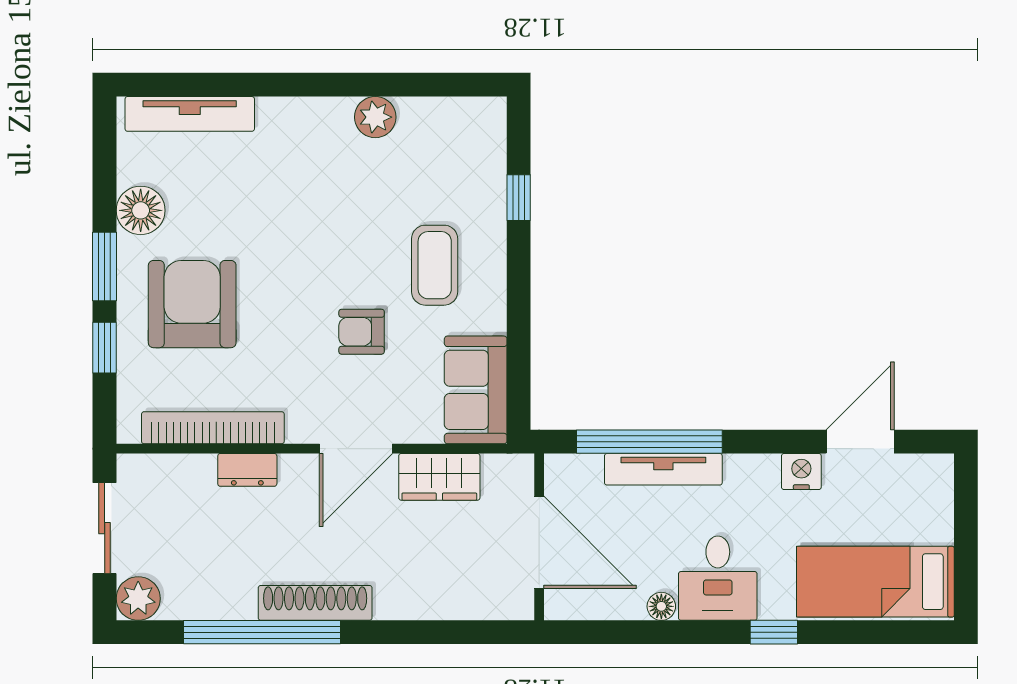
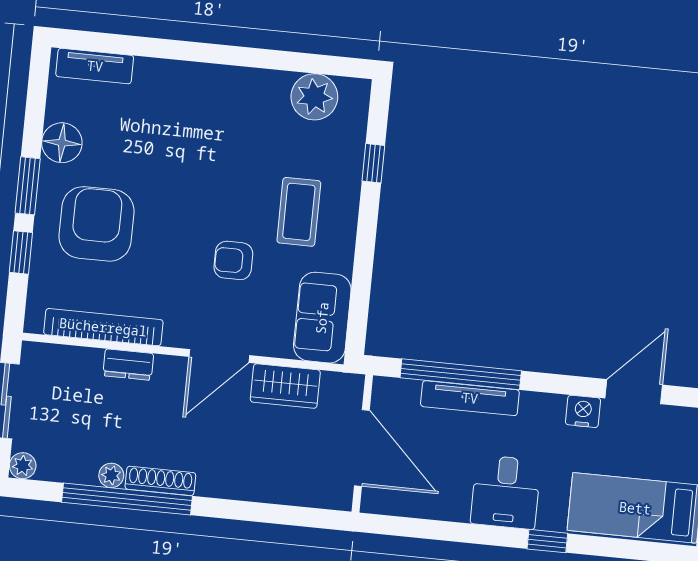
tv unit: (190, 114) -> (95, 66), width x0.71
plant: (375, 117) -> (314, 97), moved, width x1.36, depth x1.36
plant: (138, 599) -> (23, 466), width x0.73, depth x0.73
shoe rack: (315, 603) -> (160, 481), width x0.74, depth x0.81
plant: (240, 605) -> (111, 475), added
floor lamp: (661, 606) -> (457, 511), removed

